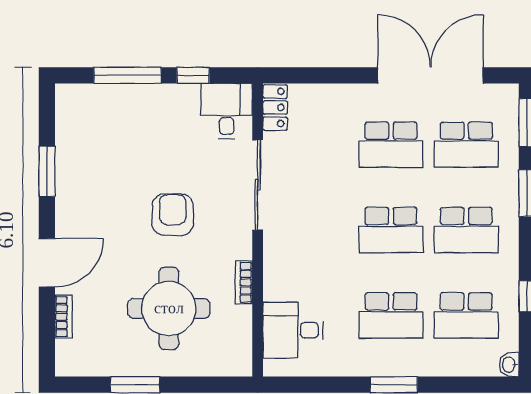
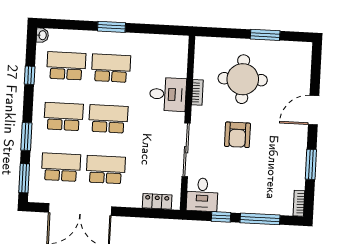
locker: (275, 107) -> (157, 201), moved, turned 90
bookcase: (64, 317) -> (299, 203), moved
desk: (293, 330) -> (168, 94), moved

